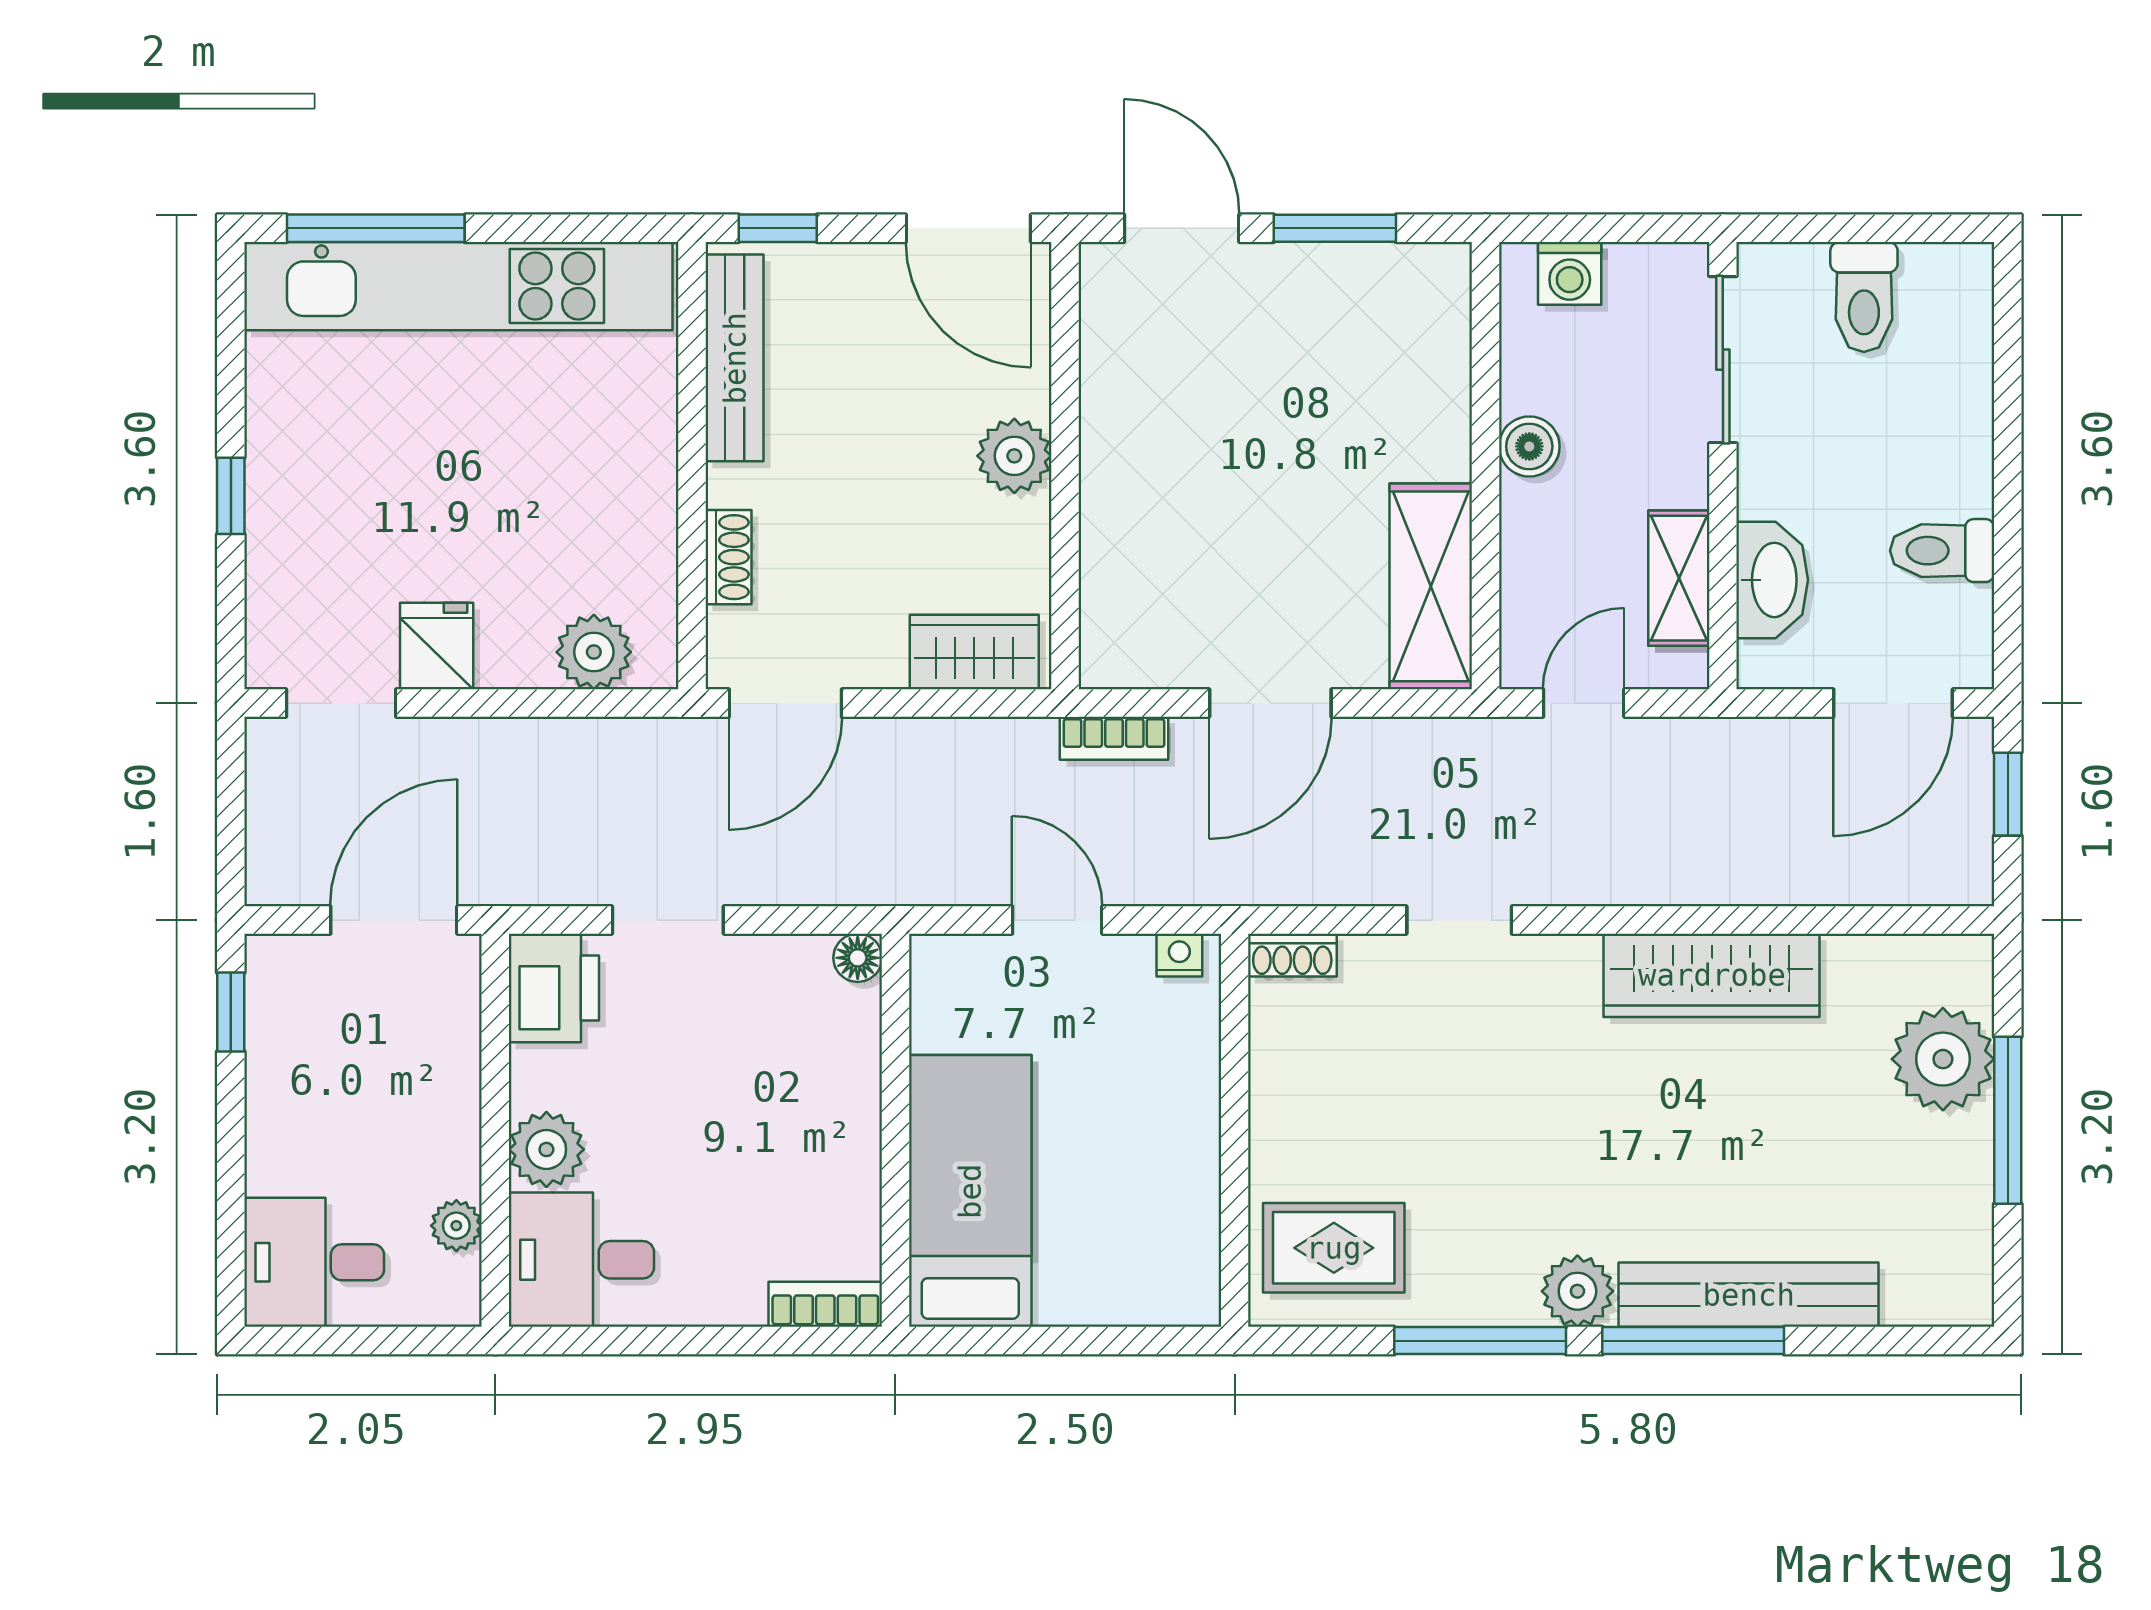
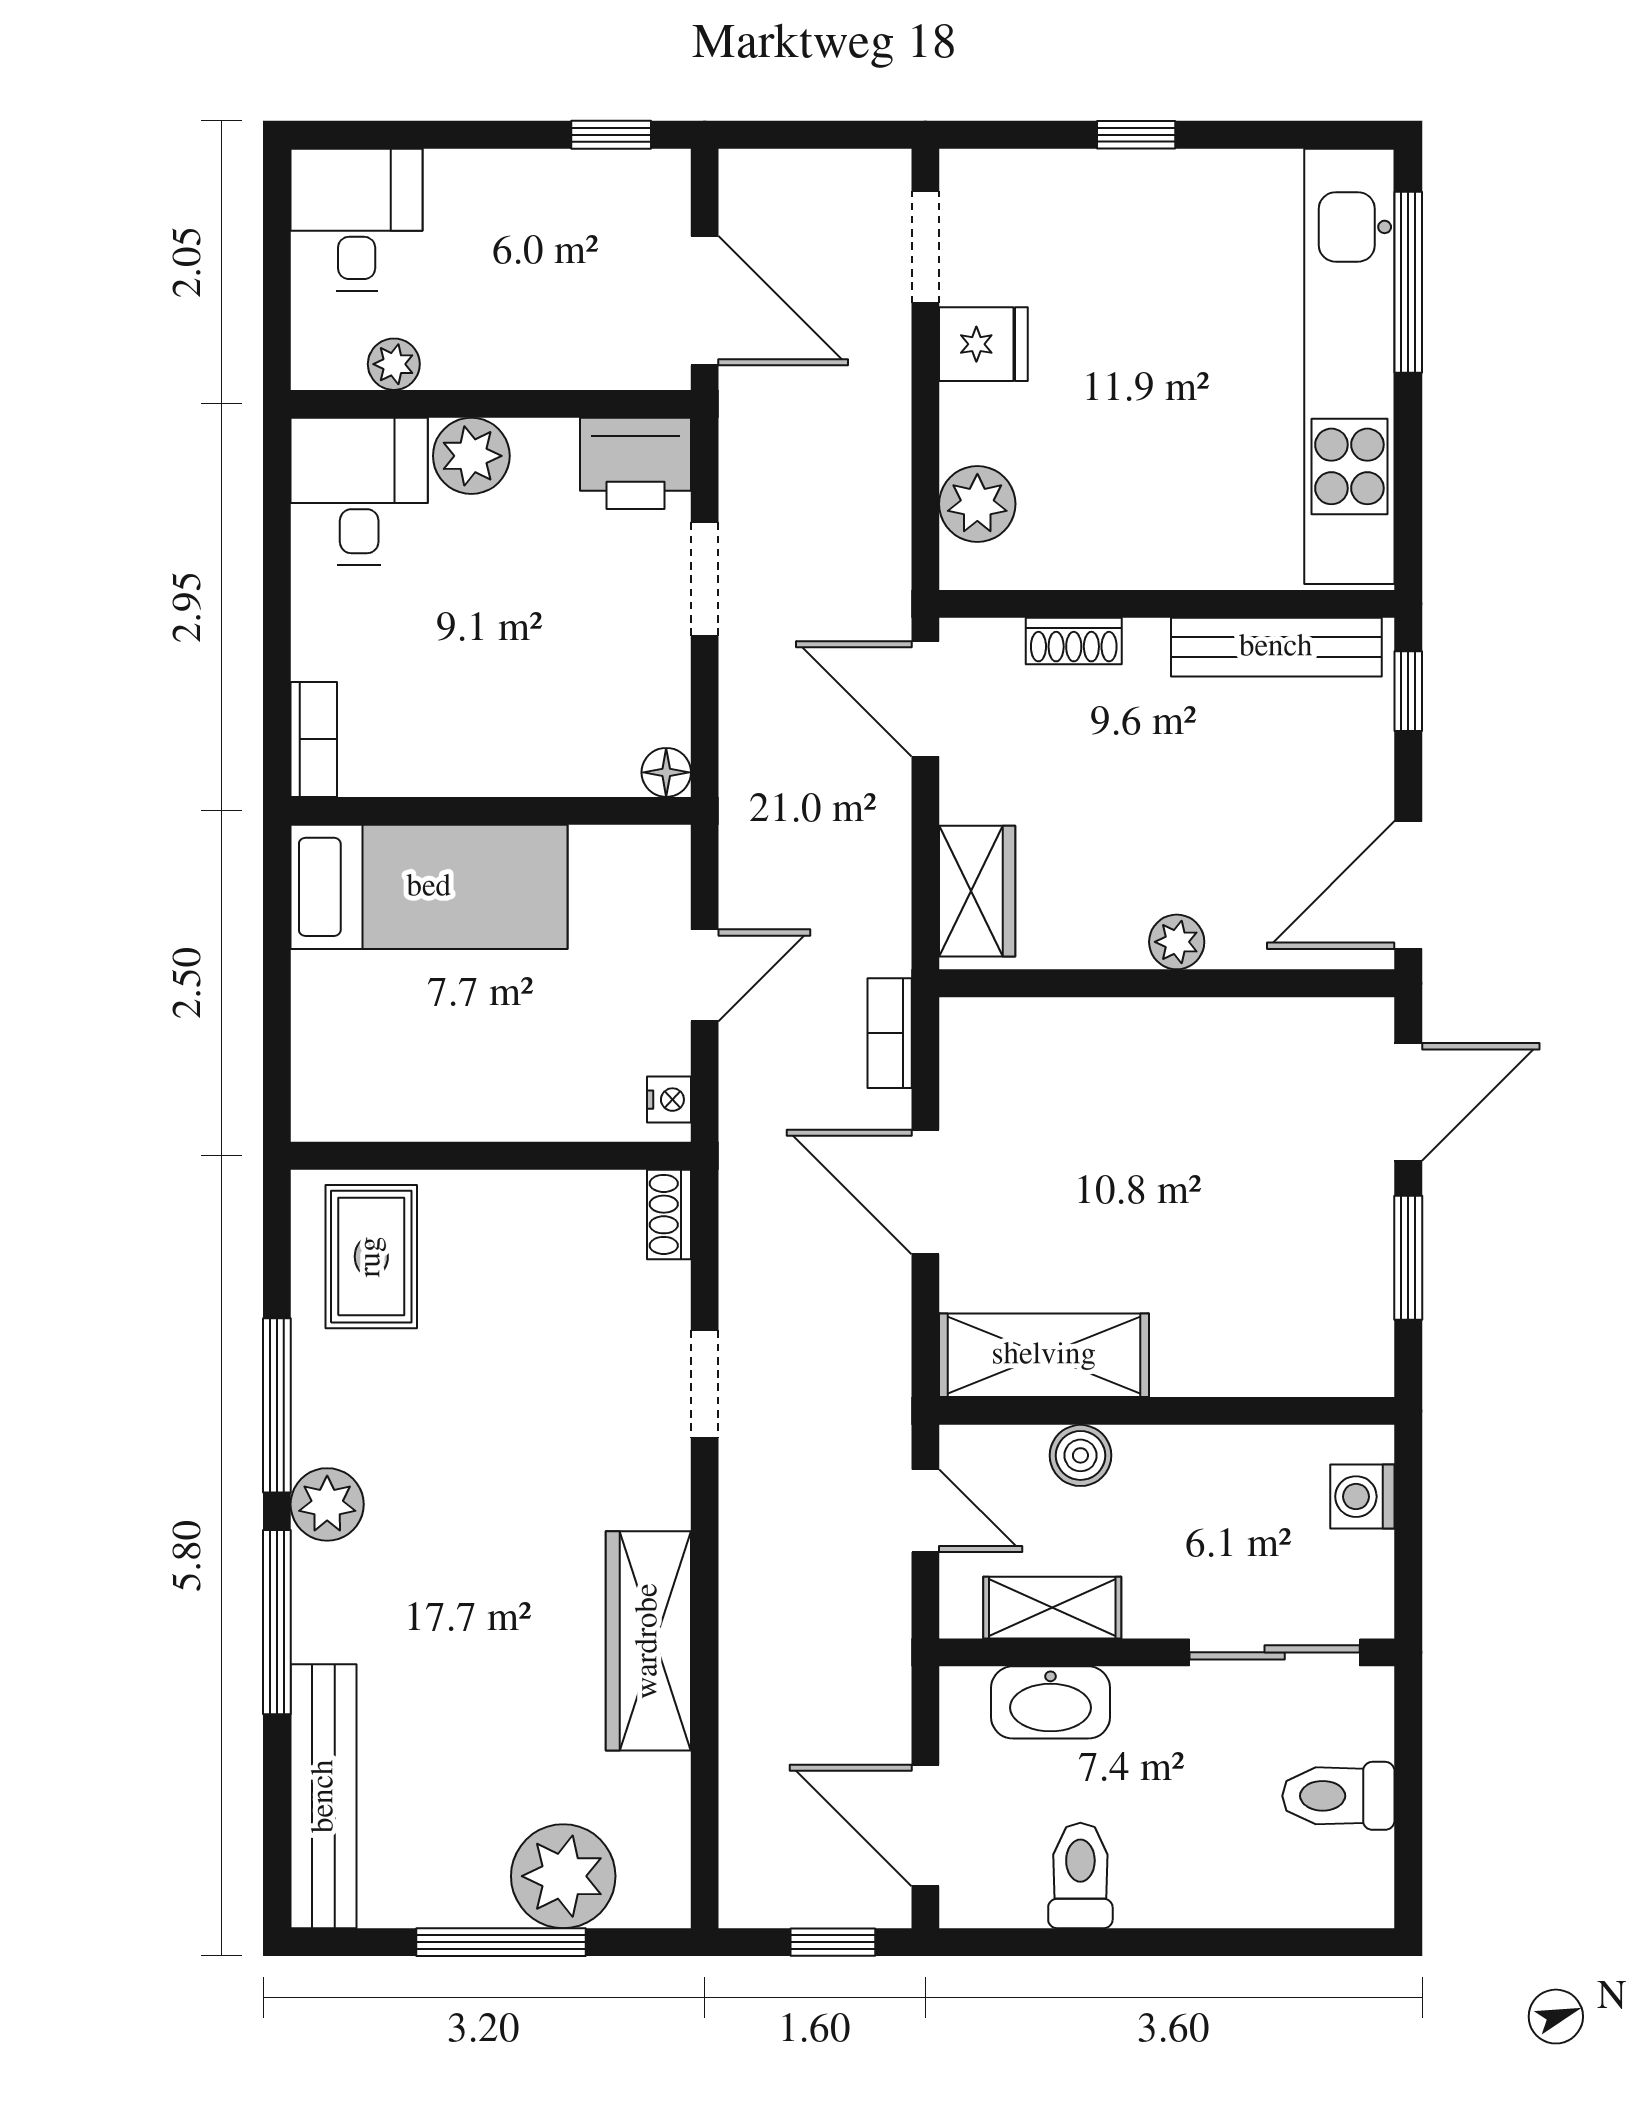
boiler: (1529, 446) -> (1080, 1455), moved
plant: (1014, 456) -> (1177, 942), width x0.73, depth x0.73
bench: (1749, 1295) -> (324, 1796), moved

